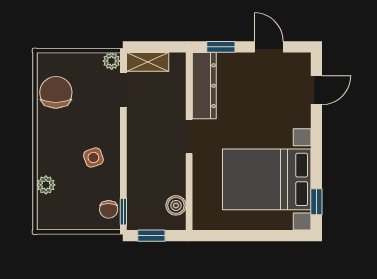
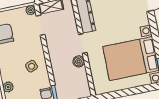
boiler: (176, 205) -> (79, 61), moved

